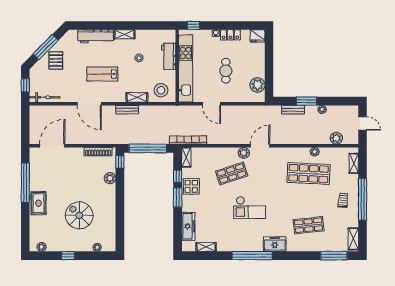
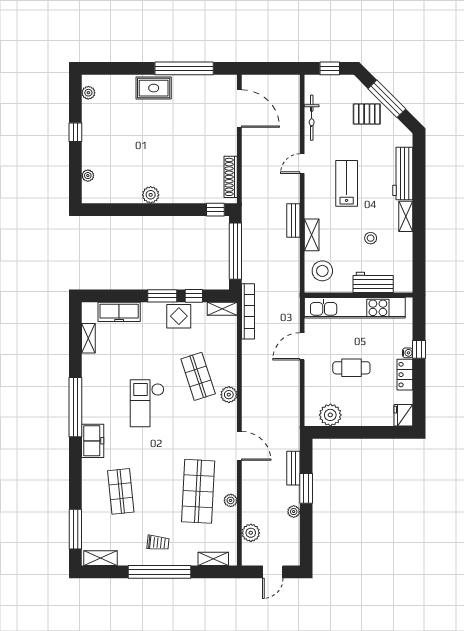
window: (193, 25) -> (419, 349), moved
bicycle: (45, 97) -> (312, 118), moved
door: (89, 104) -> (302, 164), width x0.53
door: (260, 146) -> (239, 446), moved
plant: (110, 178) -> (151, 195), moved
spiral stairs: (79, 215) -> (135, 149), removed

